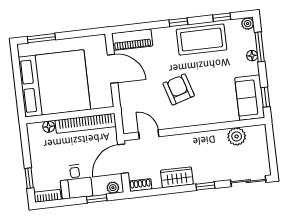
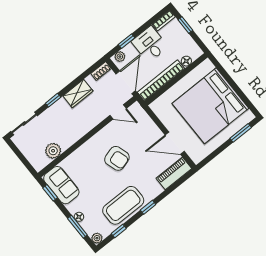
wall: (70, 115) -> (176, 79), moved
bookcase: (86, 123) -> (161, 80), moved
floor lamp: (49, 127) -> (186, 61), moved

